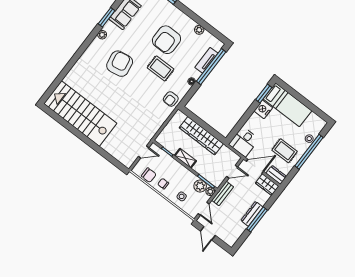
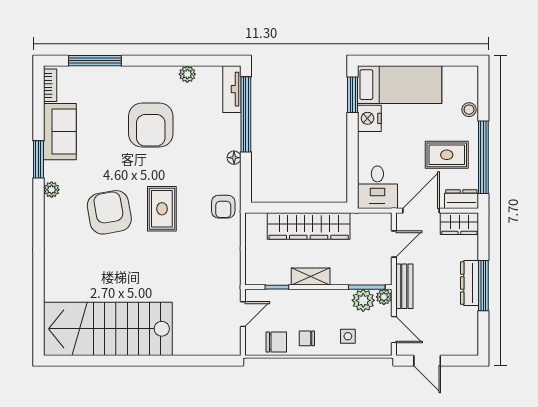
tv unit: (206, 60) -> (232, 89), moved
rug: (161, 68) -> (162, 209), moved, turned 90
window: (309, 152) -> (483, 157), moved

